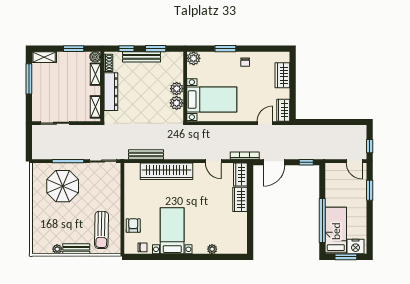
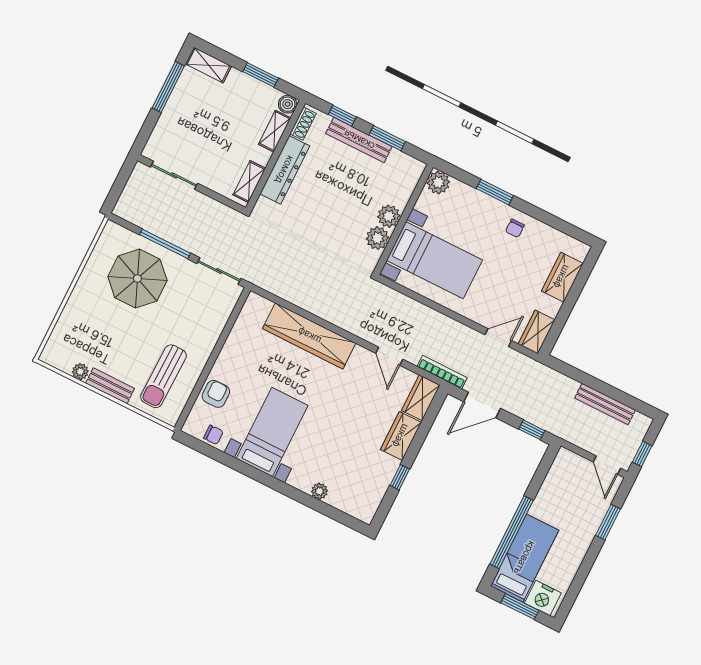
bench: (146, 154) -> (605, 404), moved
window: (250, 221) -> (400, 477), added

